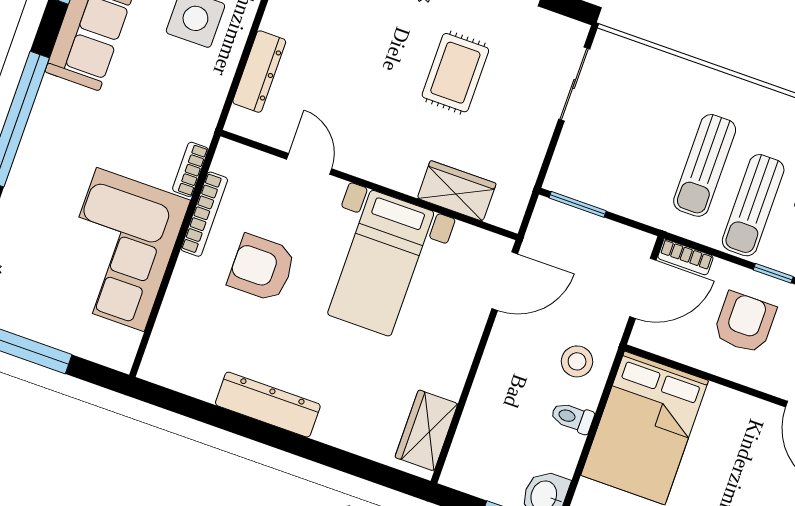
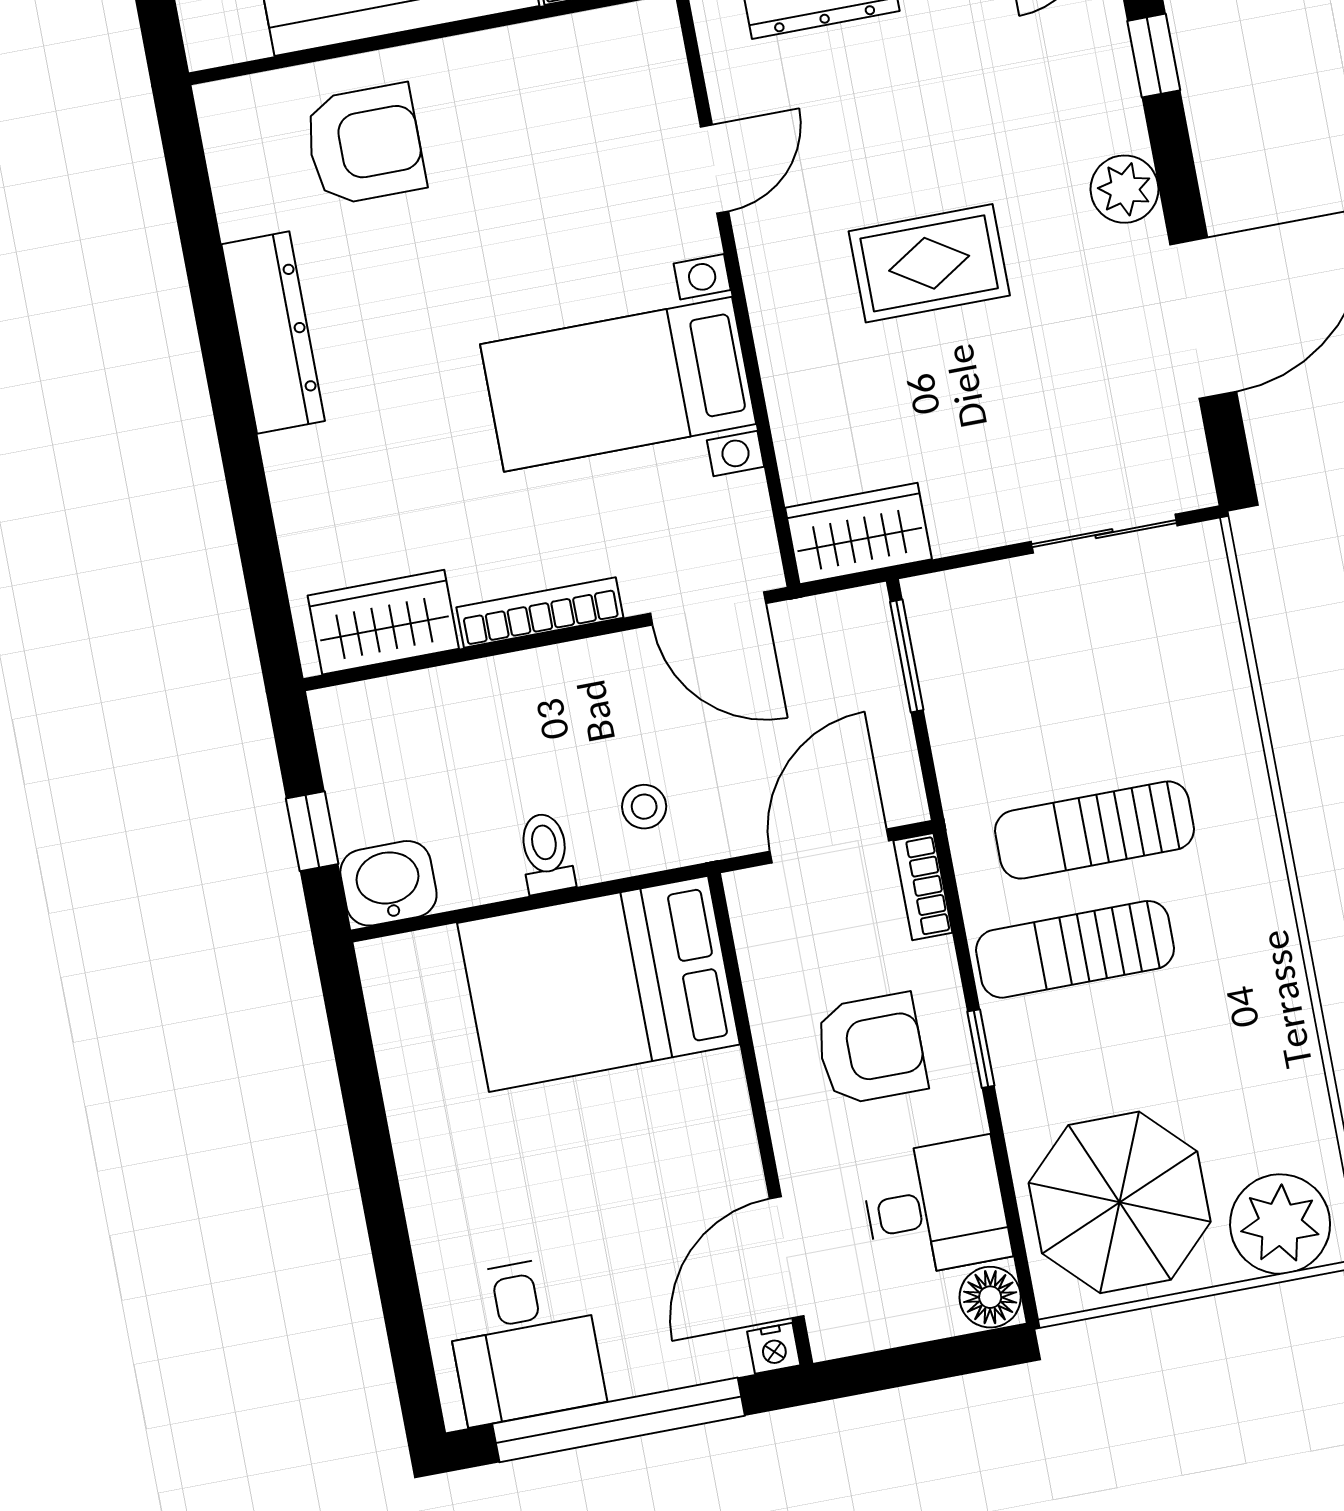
rug: (455, 73) -> (929, 263), moved
wardrobe: (457, 191) -> (859, 534), moved, turned -90
bookcase: (204, 214) -> (540, 612), moved, turned 180
armchair: (262, 268) -> (365, 144), moved, turned 90
door: (643, 288) -> (829, 846), swing flipped
stool: (577, 361) -> (644, 807), width x0.73, depth x0.73

